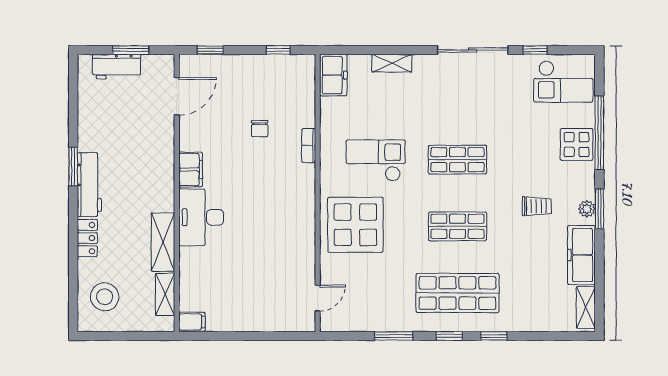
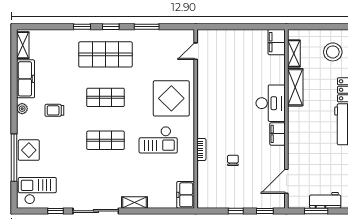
window: (278, 50) -> (236, 211), moved
shelving: (392, 63) -> (134, 202), moved
window: (599, 209) -> (14, 109), removed
filing cabinet: (192, 322) -> (277, 42), width x2.00

